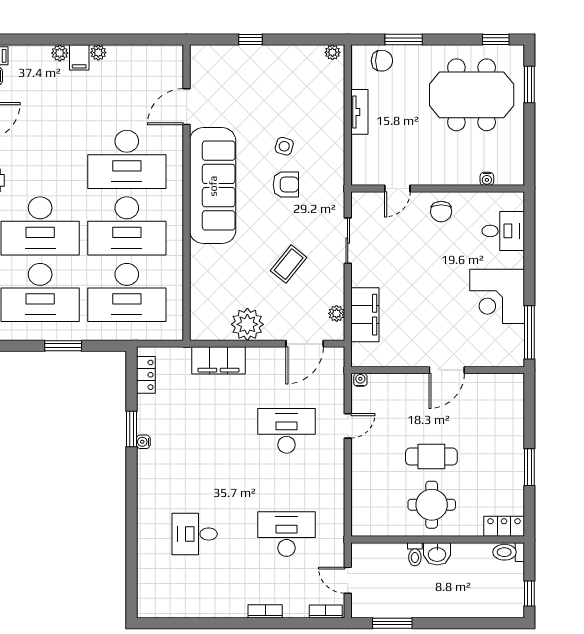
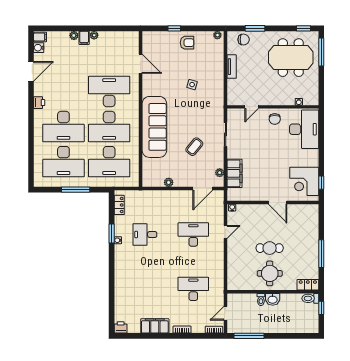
window: (529, 84) -> (321, 52), width x1.44
door: (187, 107) -> (141, 64), swing flipped
desk: (127, 159) -> (109, 92), turned 180
armchair: (286, 185) -> (187, 43), moved
sofa: (213, 186) -> (154, 127), moved
desk: (503, 231) -> (304, 129), width x1.87, depth x1.30
corner desk: (497, 296) -> (304, 181), moved
plant: (247, 324) -> (169, 182), width x0.53, depth x0.53
window: (529, 332) -> (321, 183), width x0.46
window: (63, 346) -> (76, 190), width x1.44
filing cabinet: (218, 360) -> (155, 326), moved, turned 180
door: (447, 370) -> (278, 203), hinge flipped
window: (529, 467) -> (321, 254), width x1.44
desk: (195, 534) -> (145, 234), moved
door: (348, 580) -> (226, 313), hinge flipped
window: (529, 593) -> (321, 308), moved
printer: (148, 607) -> (121, 327), added
window: (392, 623) -> (249, 336), width x1.44

